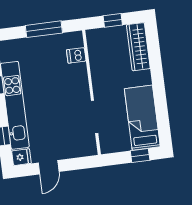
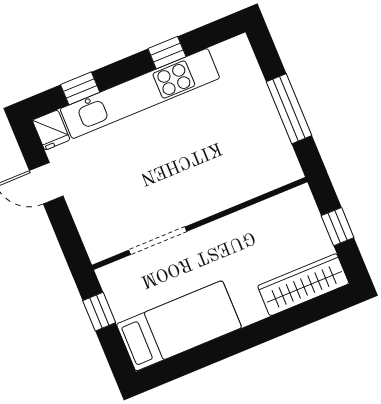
dishwasher: (76, 55) -> (258, 179), removed
window: (140, 156) -> (99, 312), moved

